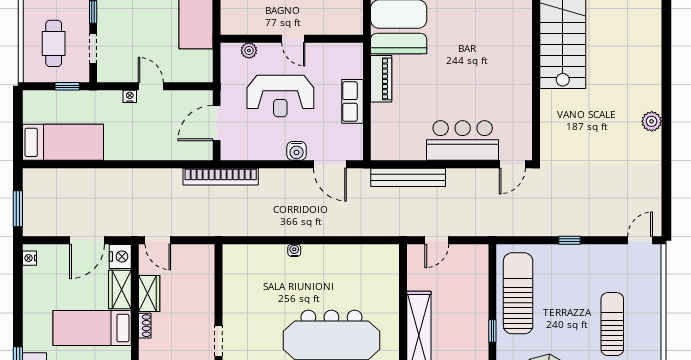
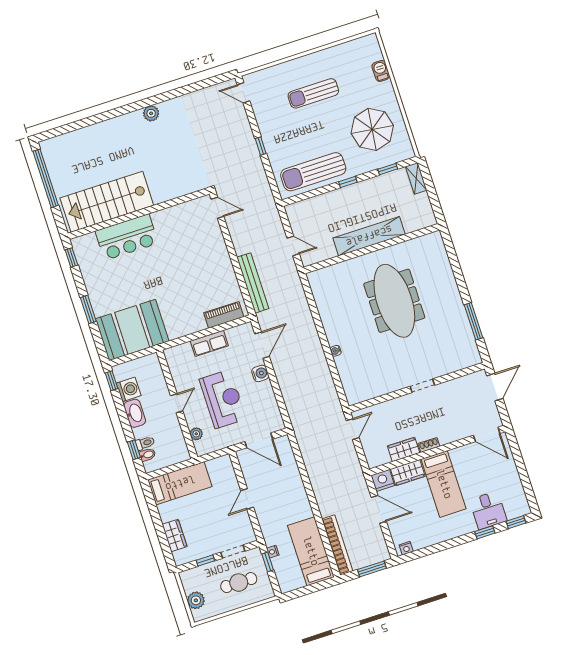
piano: (381, 79) -> (224, 315), moved
nightstand: (130, 96) -> (273, 552), moved
bar counter: (463, 140) -> (127, 237), moved, turned -90
bookcase: (221, 177) -> (337, 545), moved
door: (158, 240) -> (353, 429), moved

